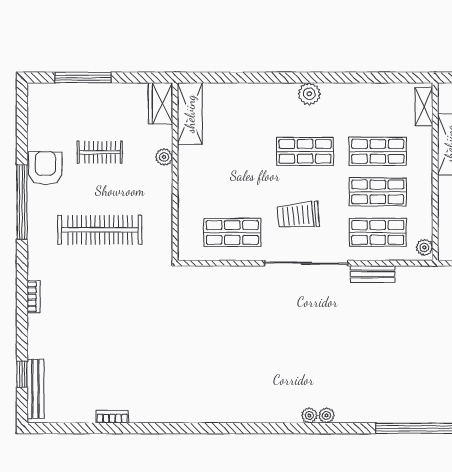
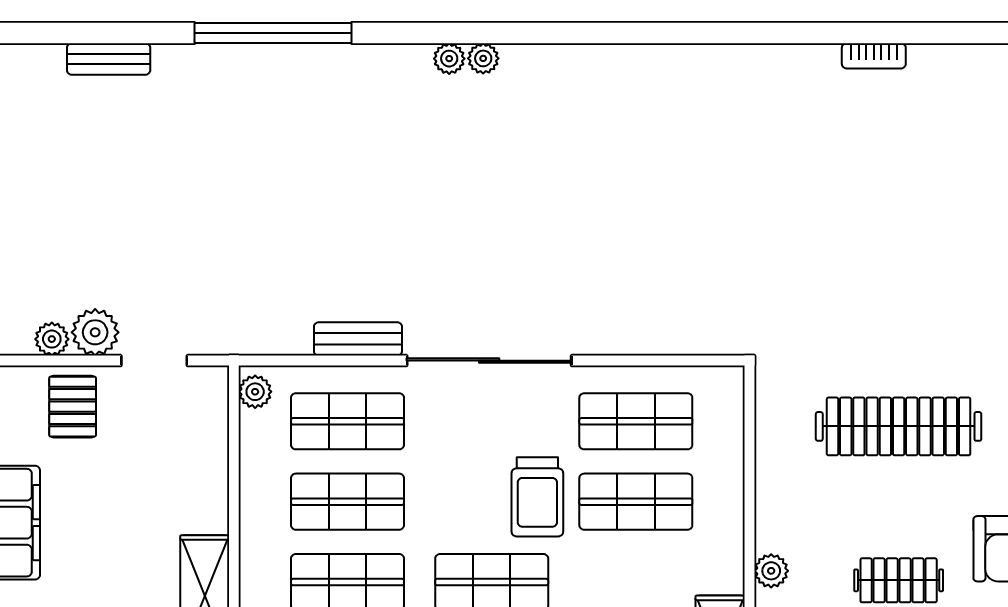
shop shelf: (232, 192) -> (636, 502), added
trolley: (298, 215) -> (537, 497), moved, turned 95

